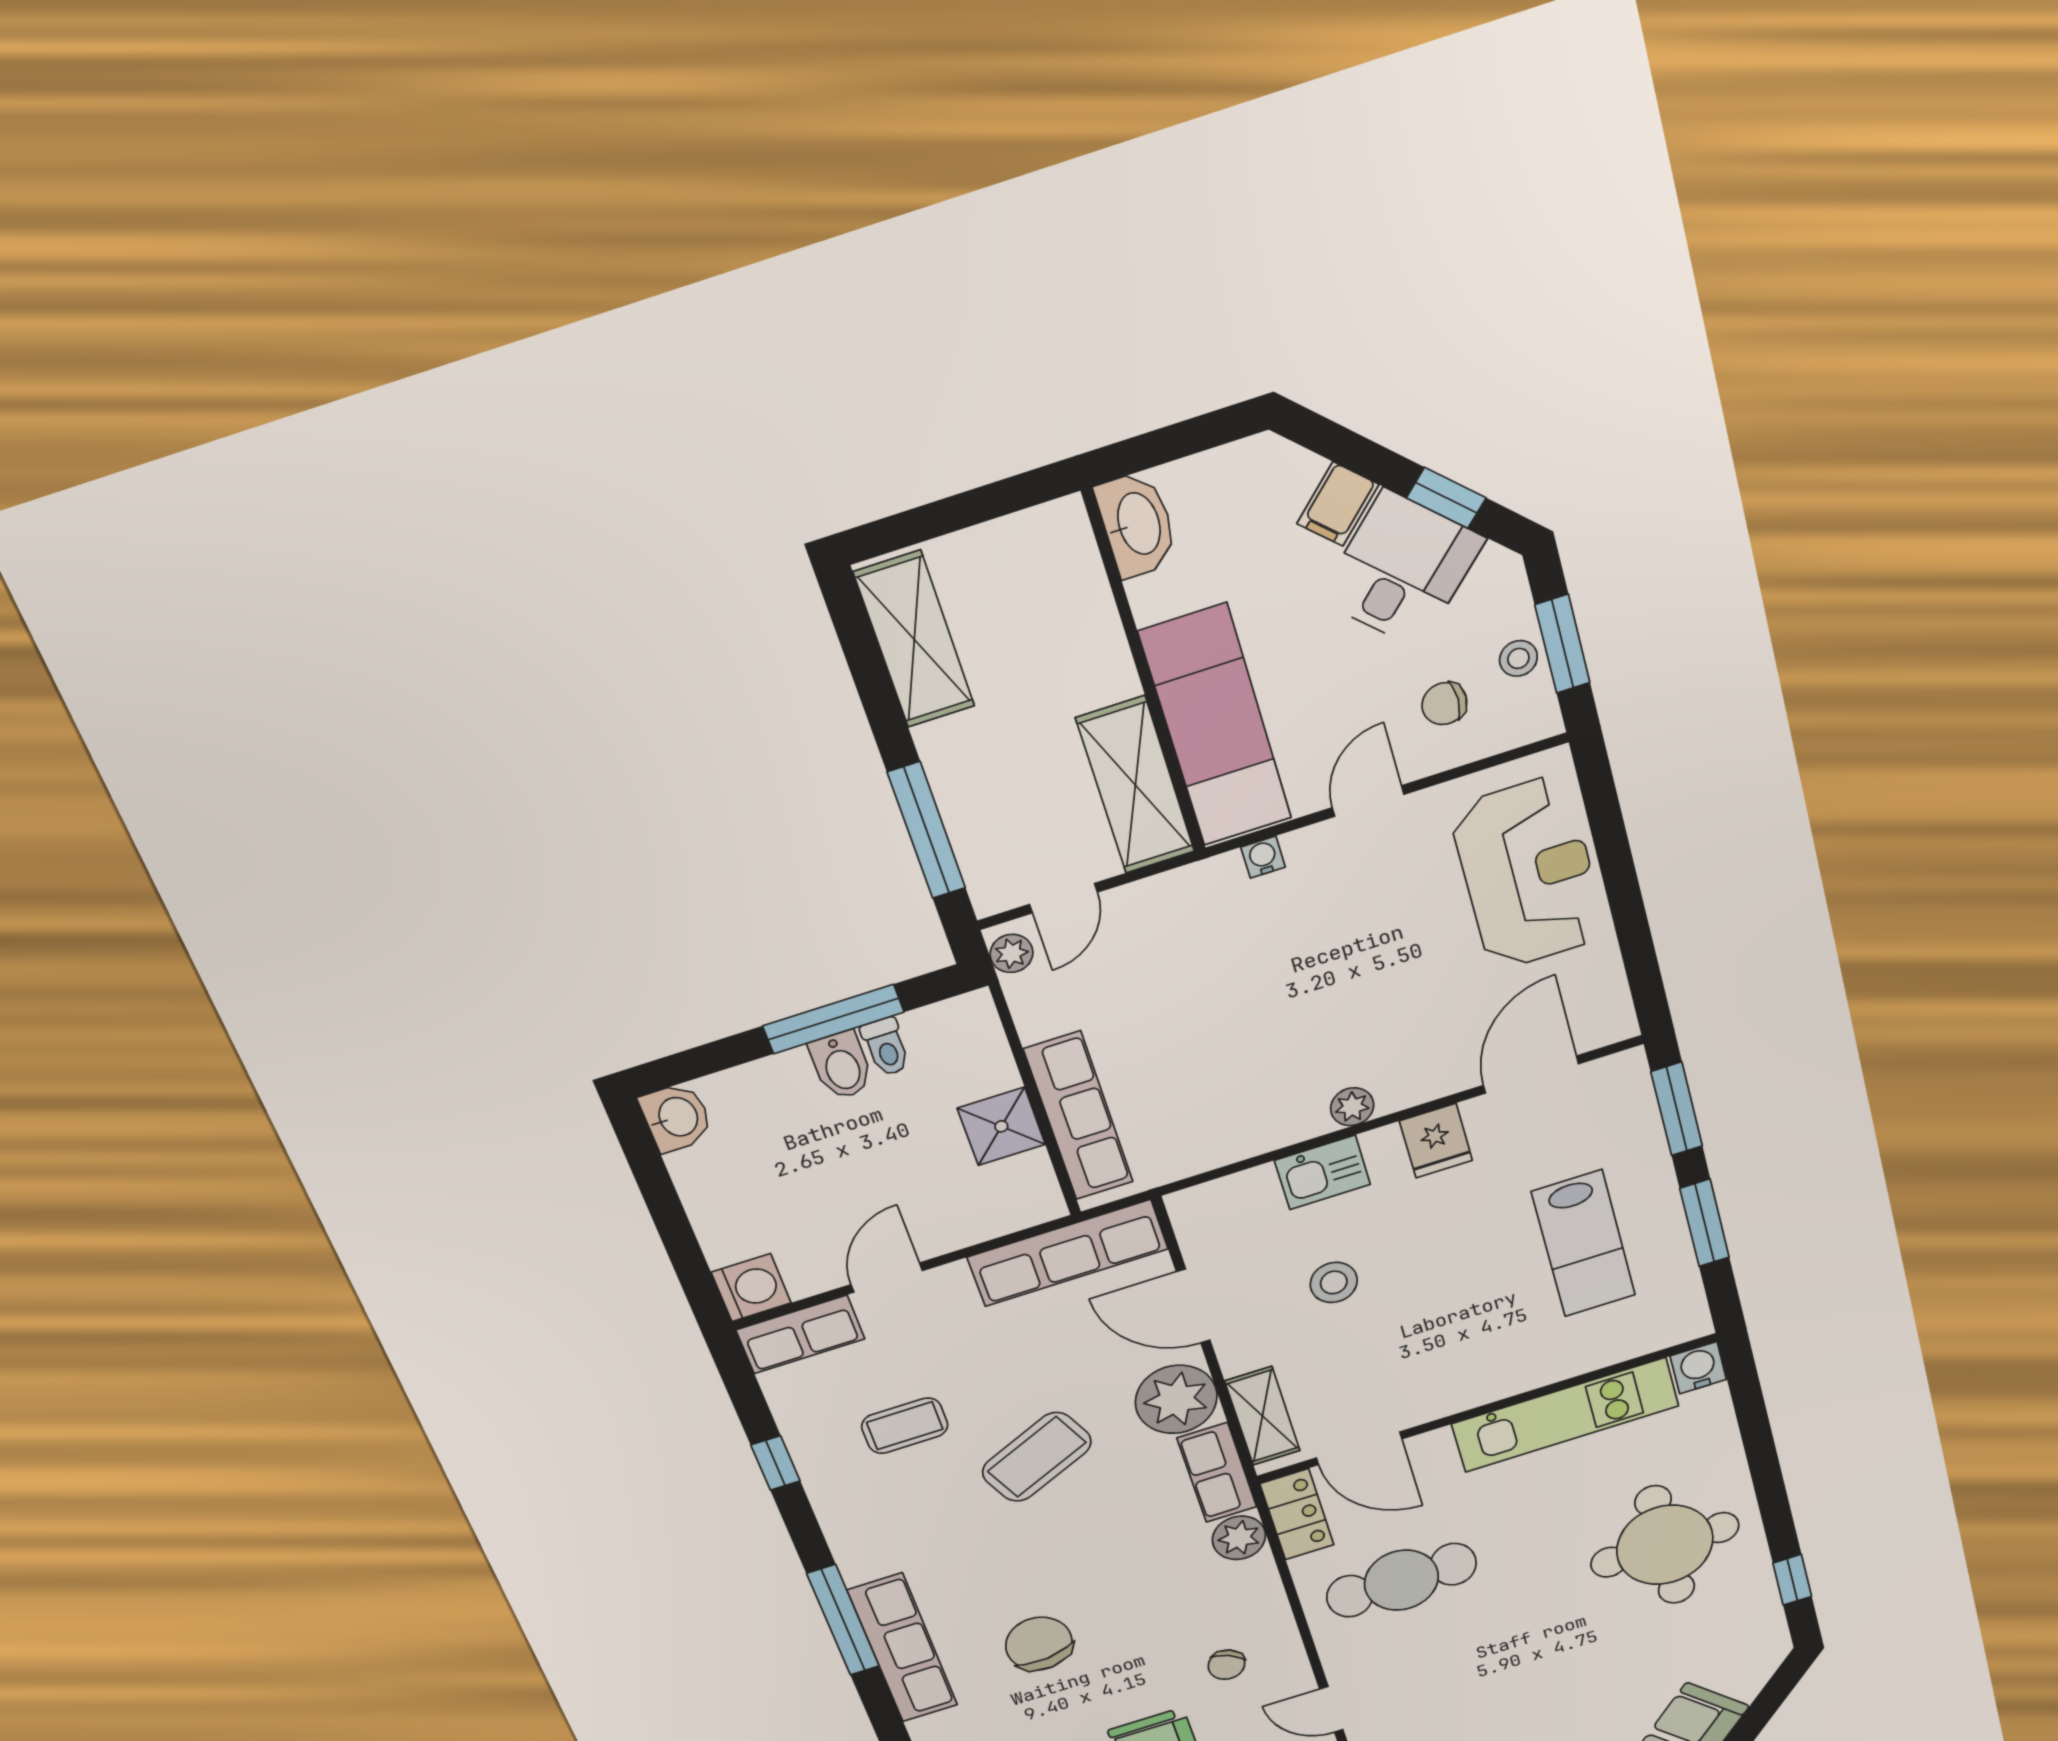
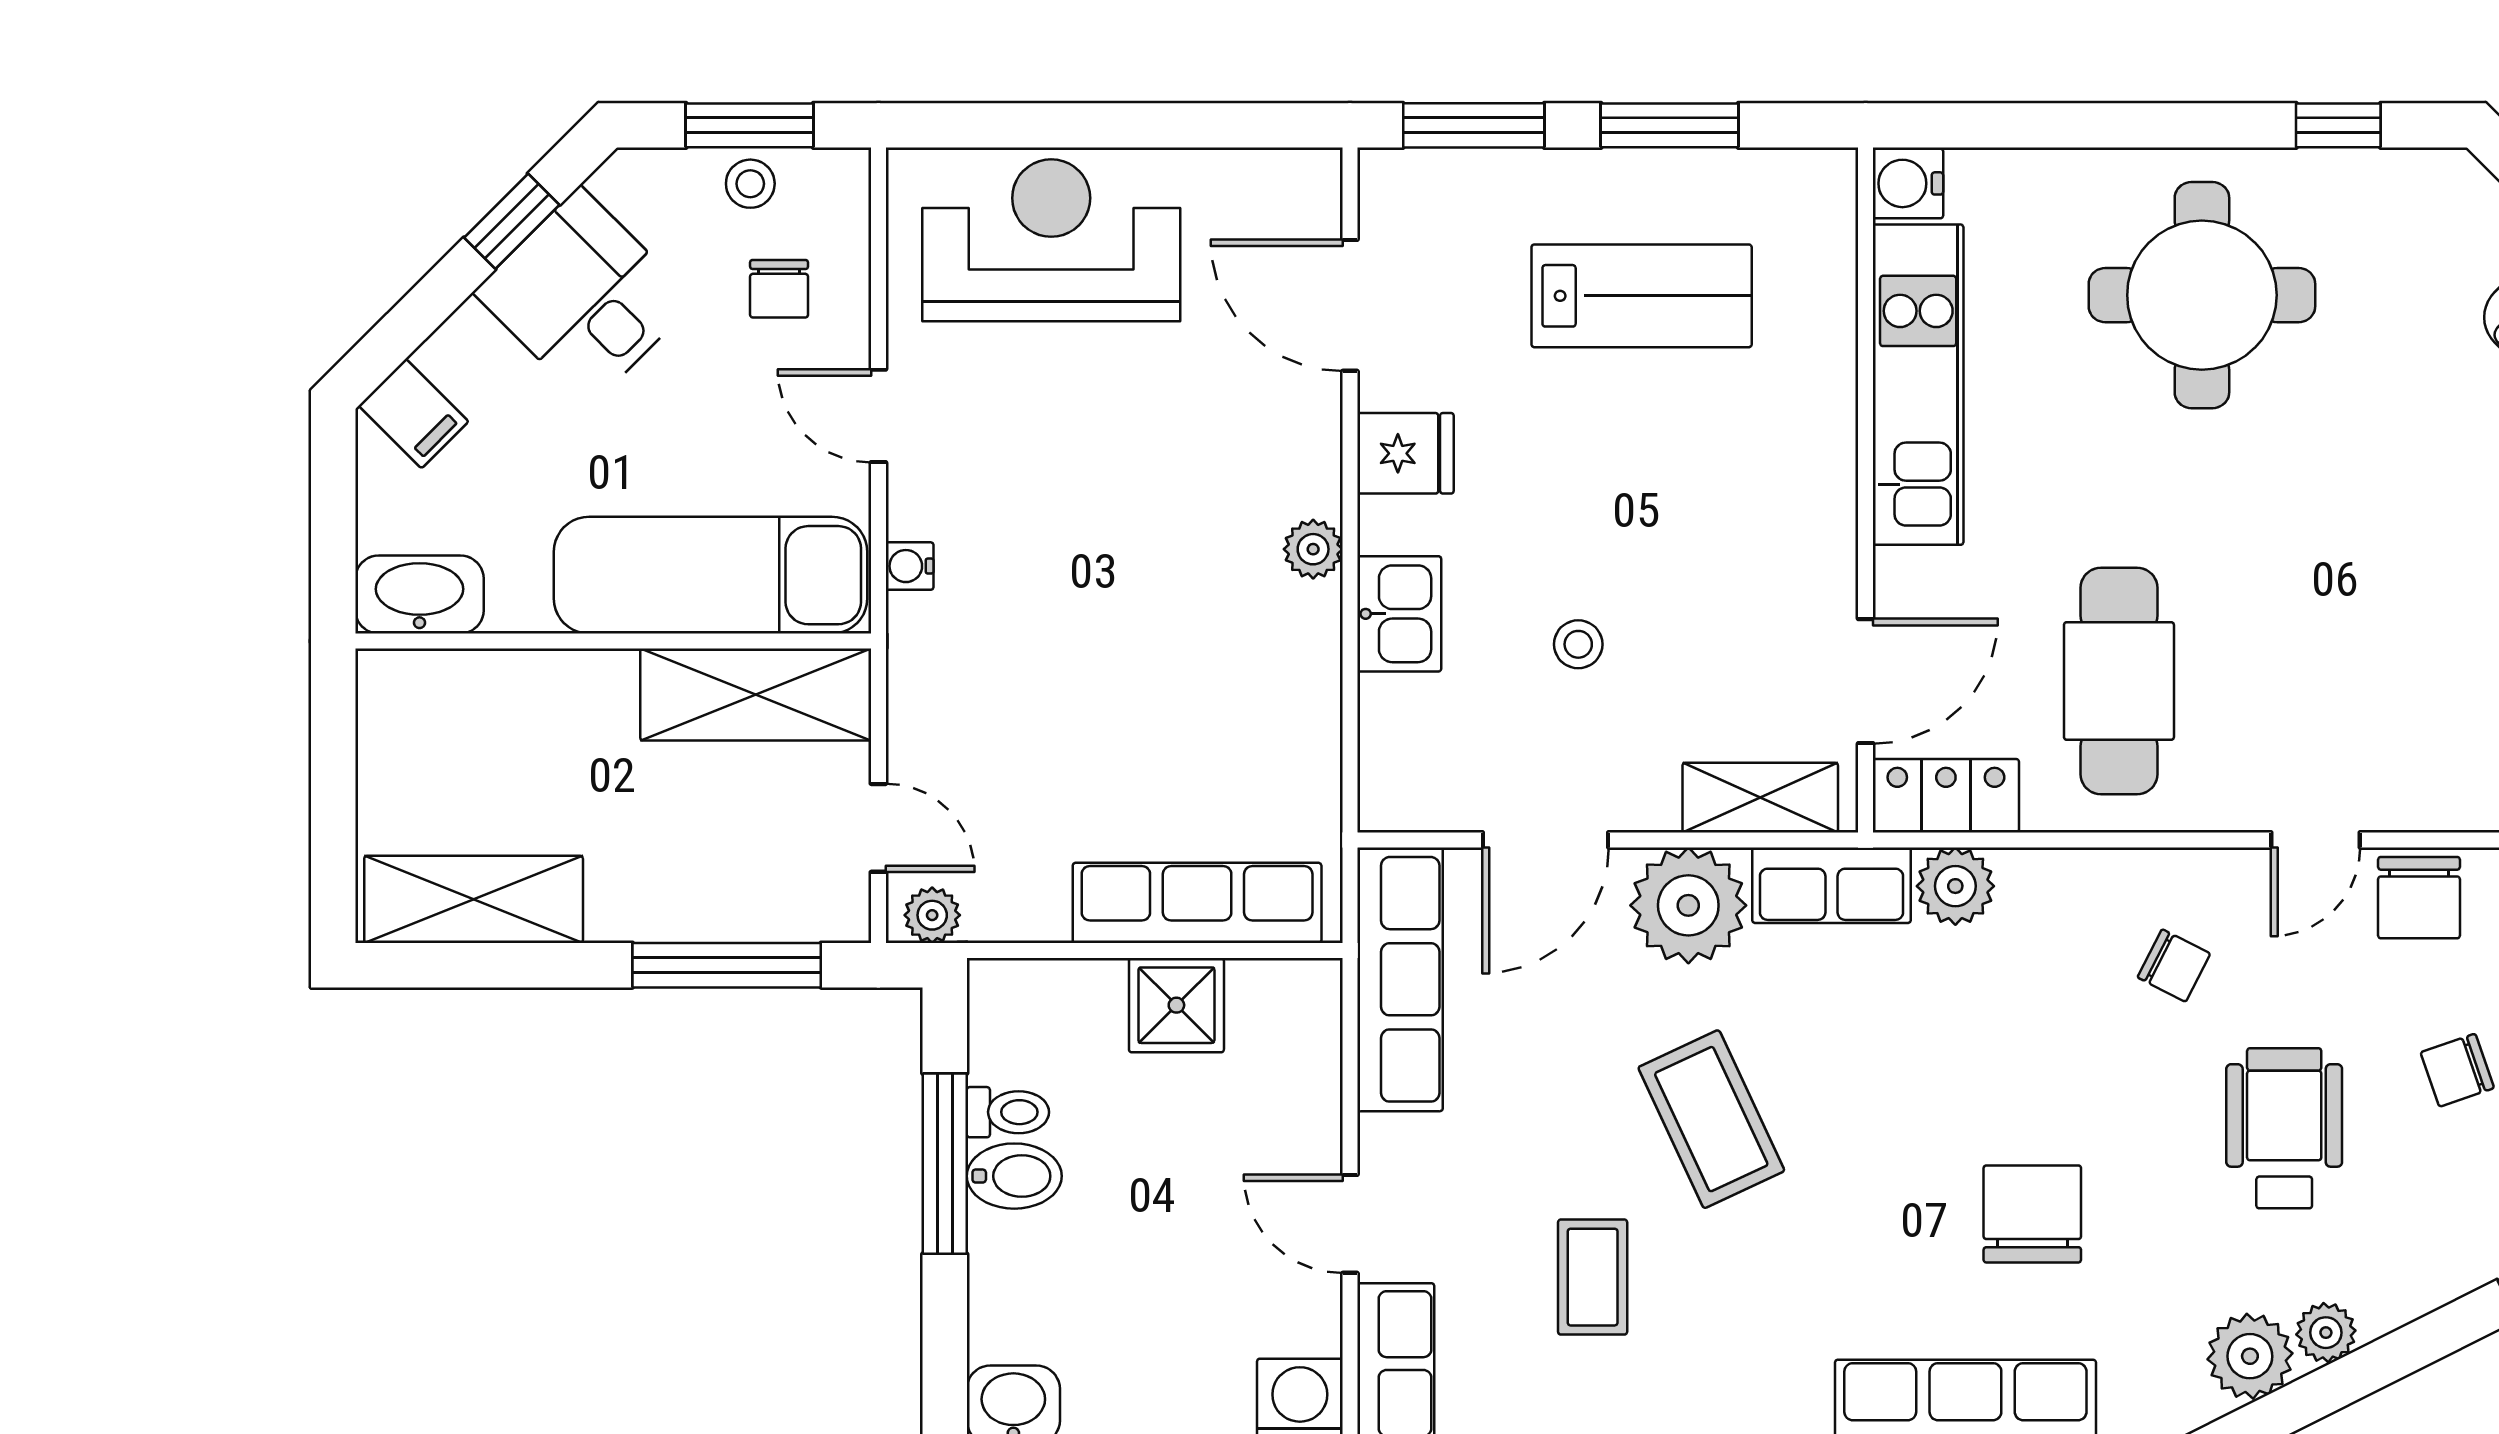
filing cabinet: (1338, 504) -> (414, 414), moved
stool: (1334, 1282) -> (1578, 644), width x0.73, depth x0.73
chair: (1039, 1644) -> (2032, 1214), turned 97

